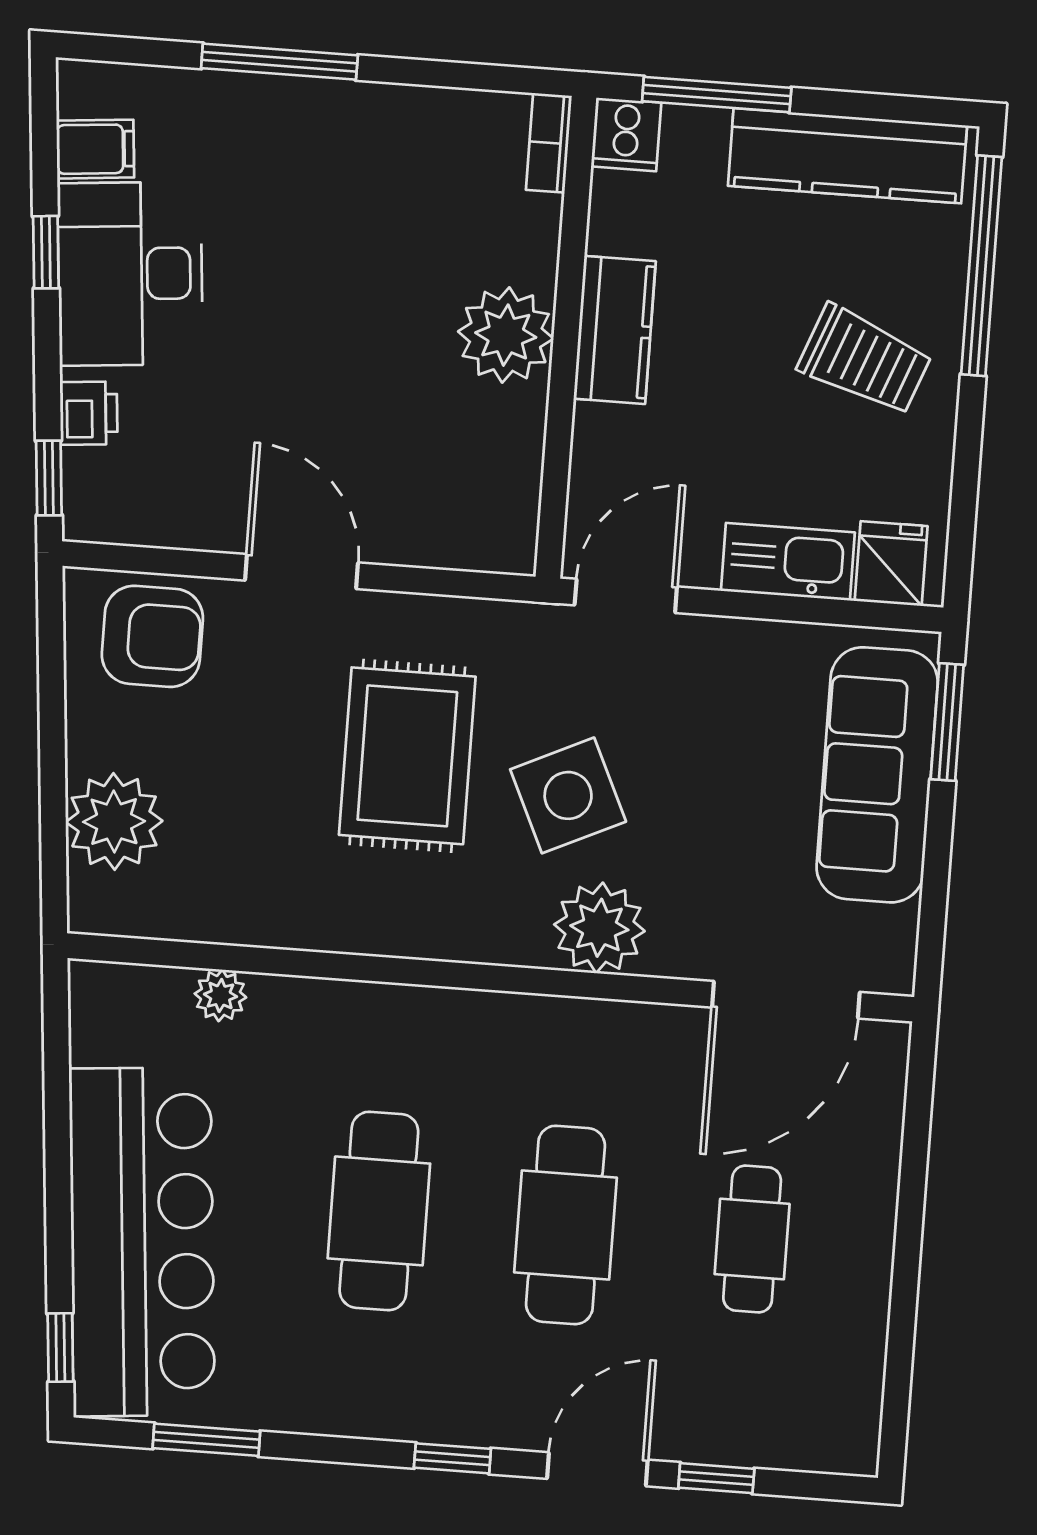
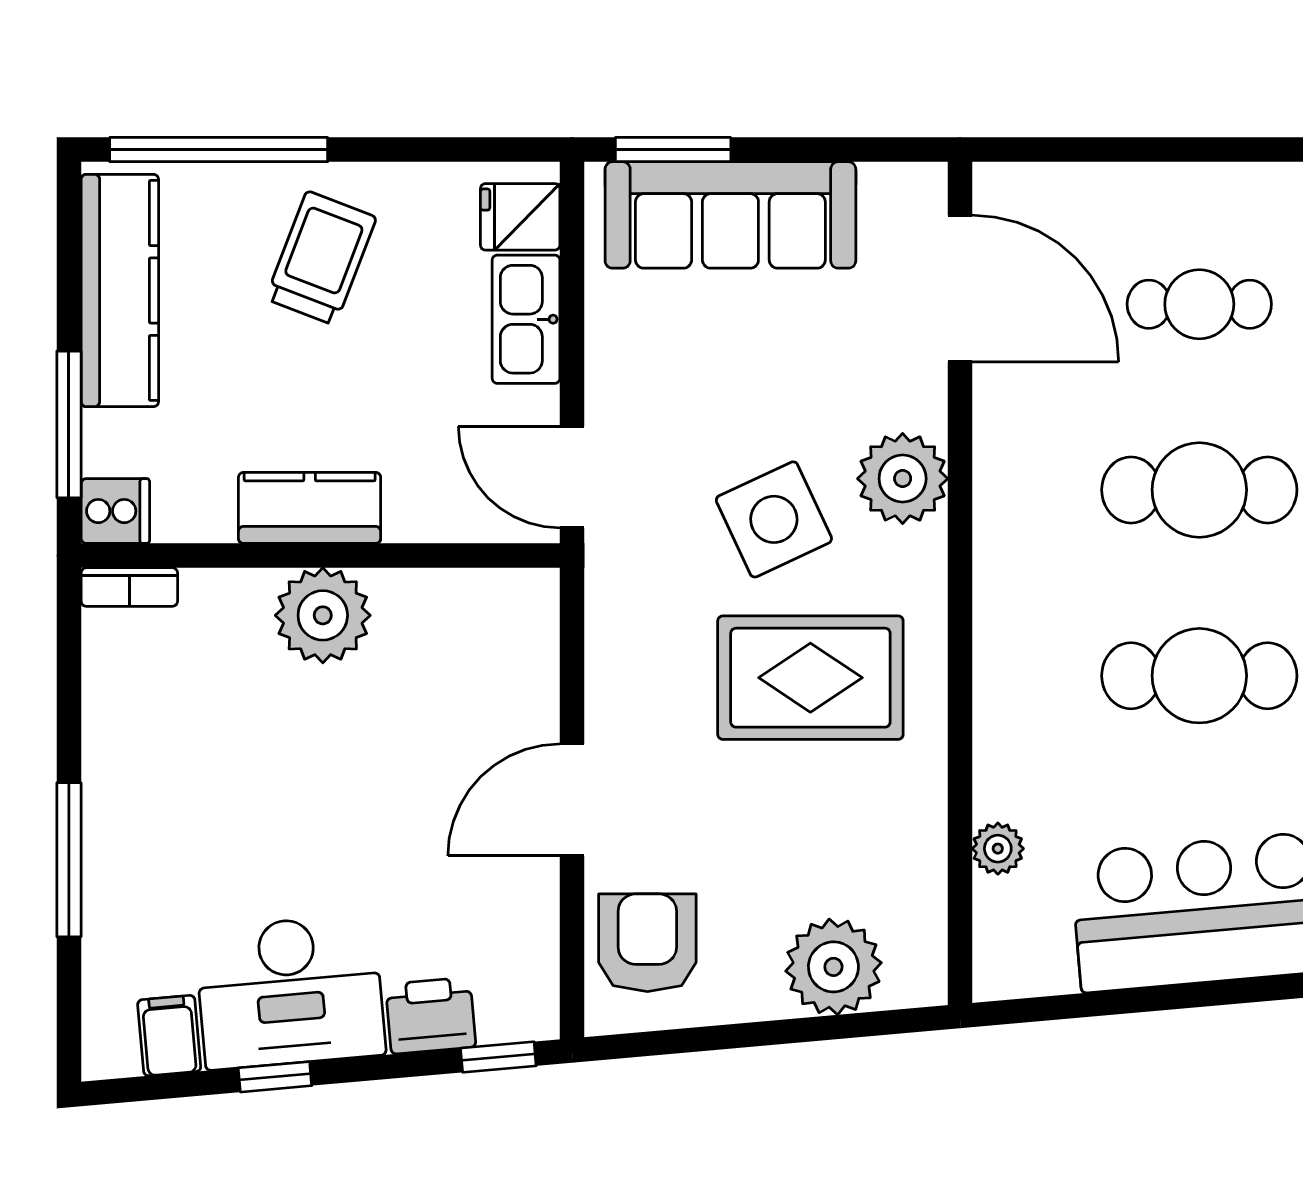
printer: (89, 413) -> (431, 1016), width x1.36, depth x1.24
rug: (407, 756) -> (810, 678), moved

